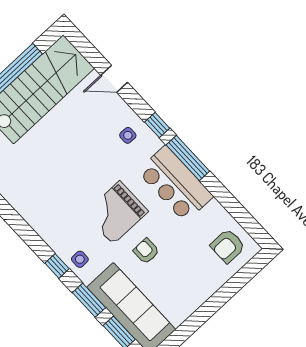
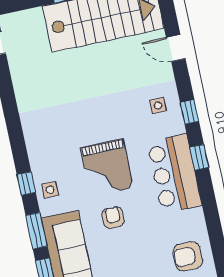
window: (188, 158) -> (199, 157), width x0.46
grand piano: (116, 213) -> (107, 168), turned -90

